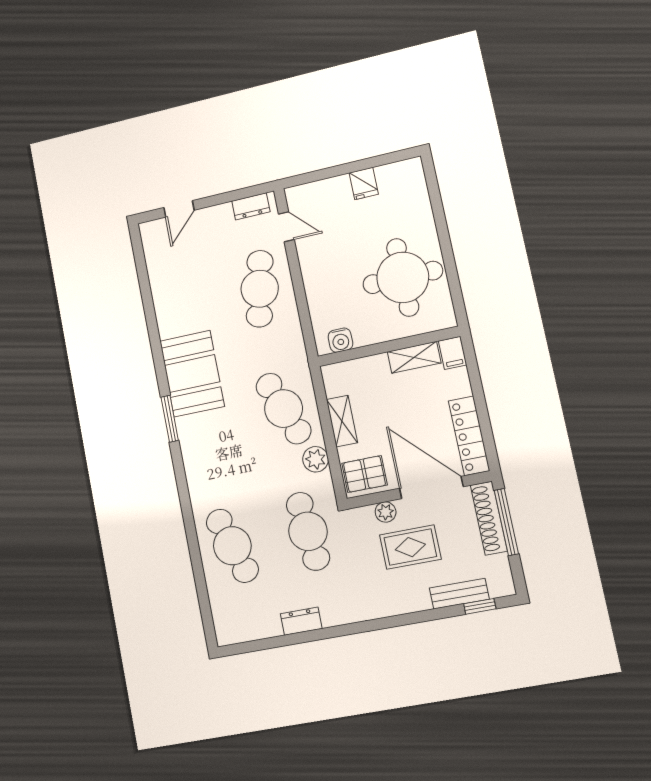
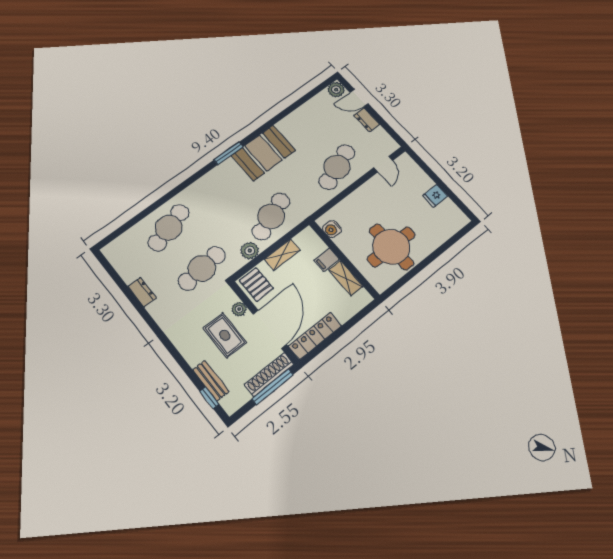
dresser: (251, 206) -> (367, 120), moved
plant: (152, 233) -> (336, 90), added
cafe table: (260, 289) -> (337, 167), turned -33
filing cabinet: (452, 353) -> (327, 260), moved

